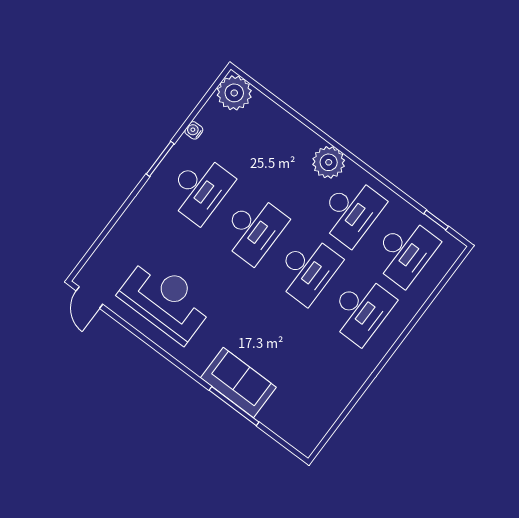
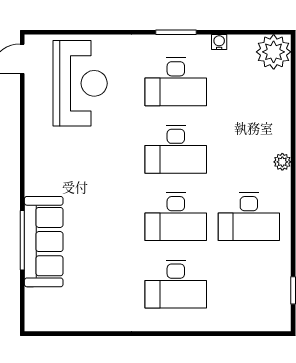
plant: (329, 162) -> (282, 162), width x0.53, depth x0.53
desk: (405, 252) -> (249, 284), removed
reception desk: (166, 300) -> (80, 83), moved
sofa: (238, 383) -> (44, 242), width x1.36

